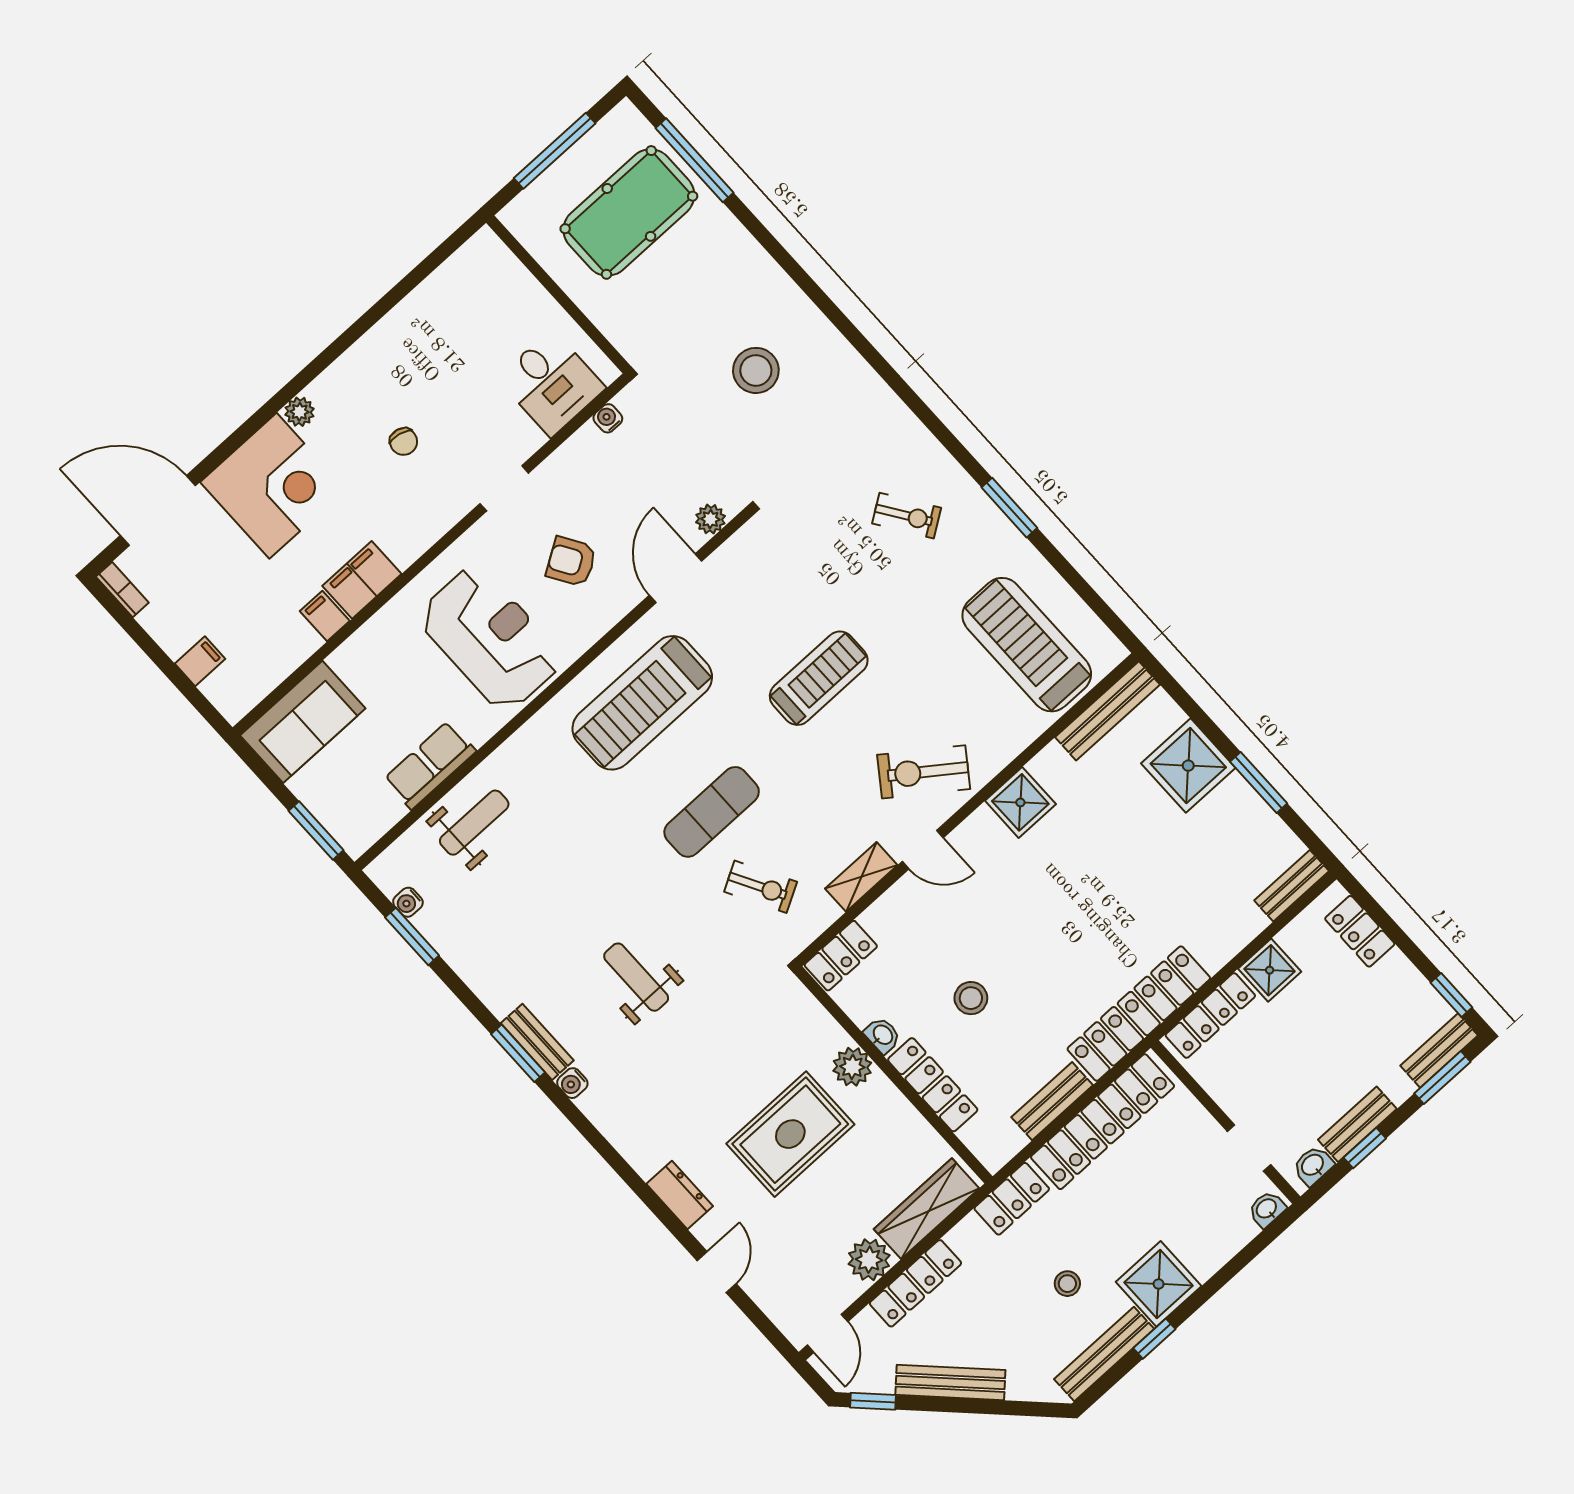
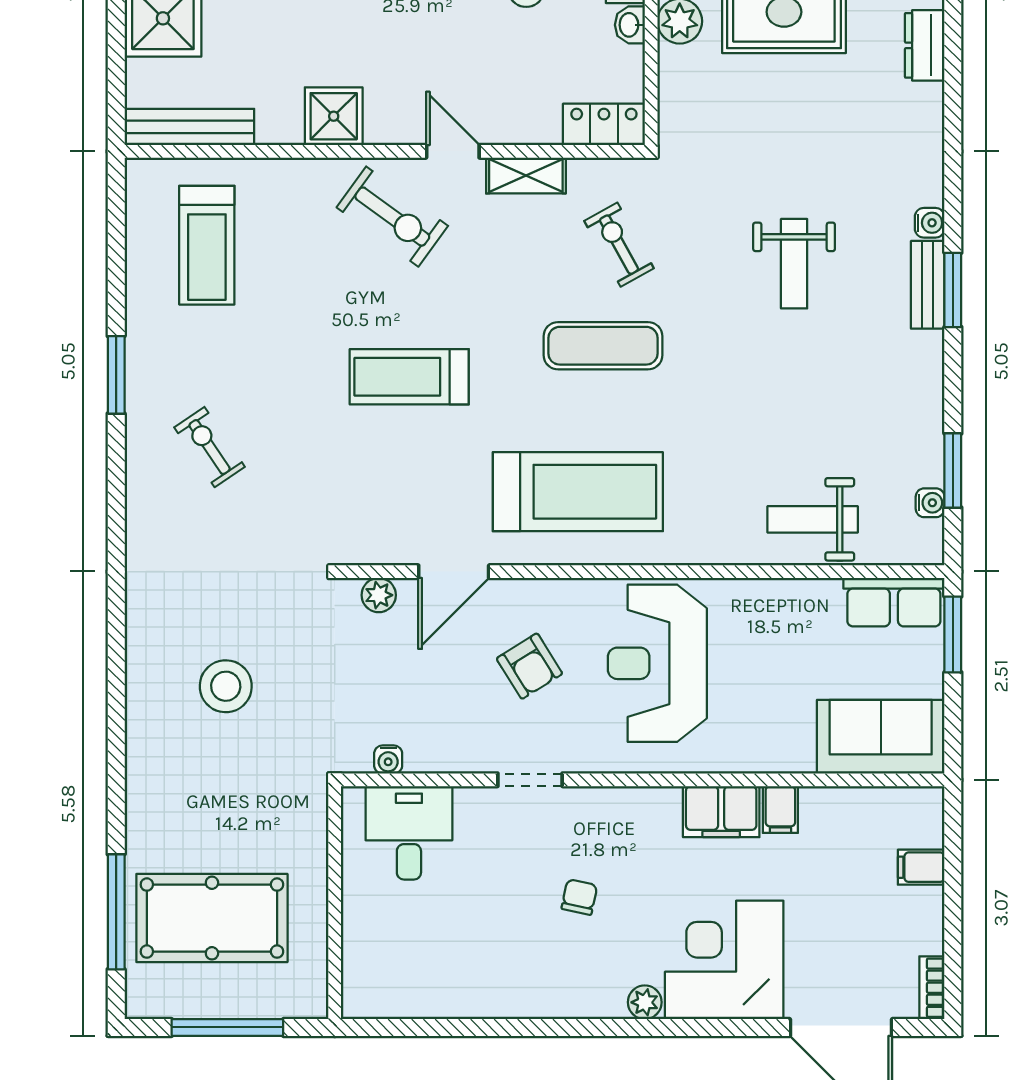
treadmill: (1027, 645) -> (207, 245), width x0.73, depth x0.73
row of seats: (430, 765) -> (894, 602), moved

